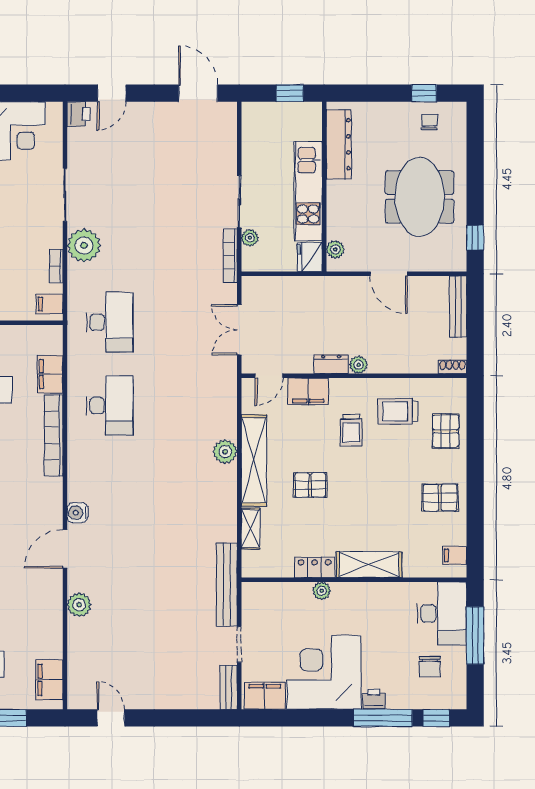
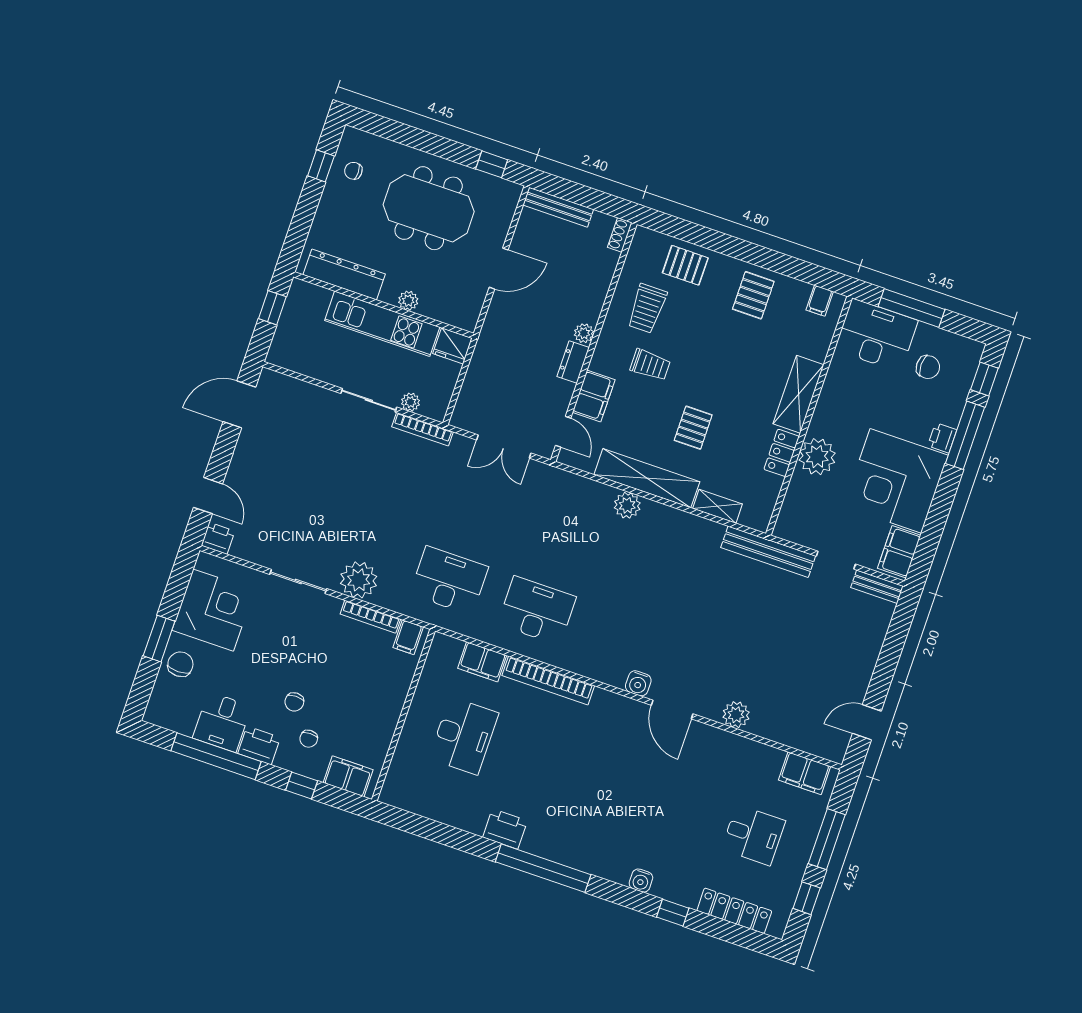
plant: (335, 249) -> (408, 301), moved
bookcase: (56, 266) -> (370, 617), width x1.56
plant: (322, 591) -> (817, 457), width x1.88, depth x1.88

